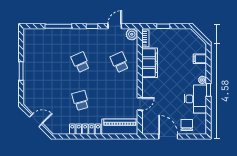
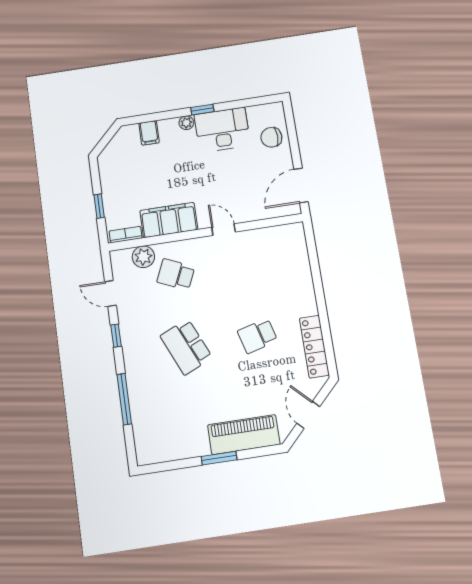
plant: (132, 34) -> (143, 257), moved
school desk: (80, 62) -> (186, 347), width x1.85
school desk: (120, 62) -> (176, 274), turned 48
door: (140, 104) -> (224, 230), moved
piano: (120, 127) -> (244, 435), moved, turned 90
locker: (85, 129) -> (314, 347), moved
door: (168, 137) -> (301, 186), moved

